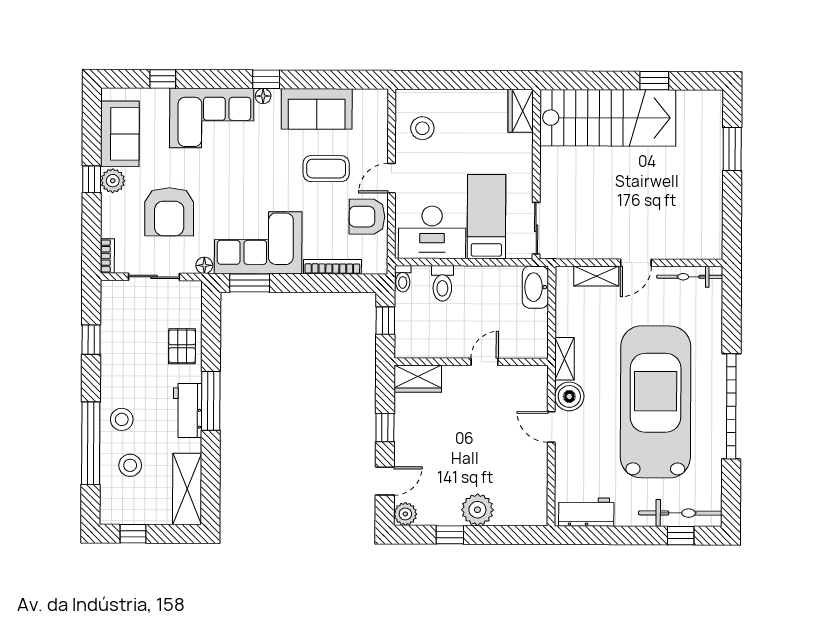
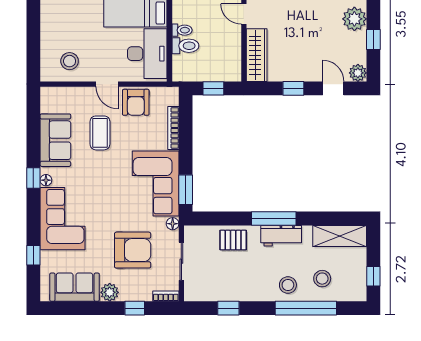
window: (92, 179) -> (135, 308), moved
toilet: (403, 279) -> (182, 30), moved
wardrobe: (418, 379) -> (257, 55), width x1.50

